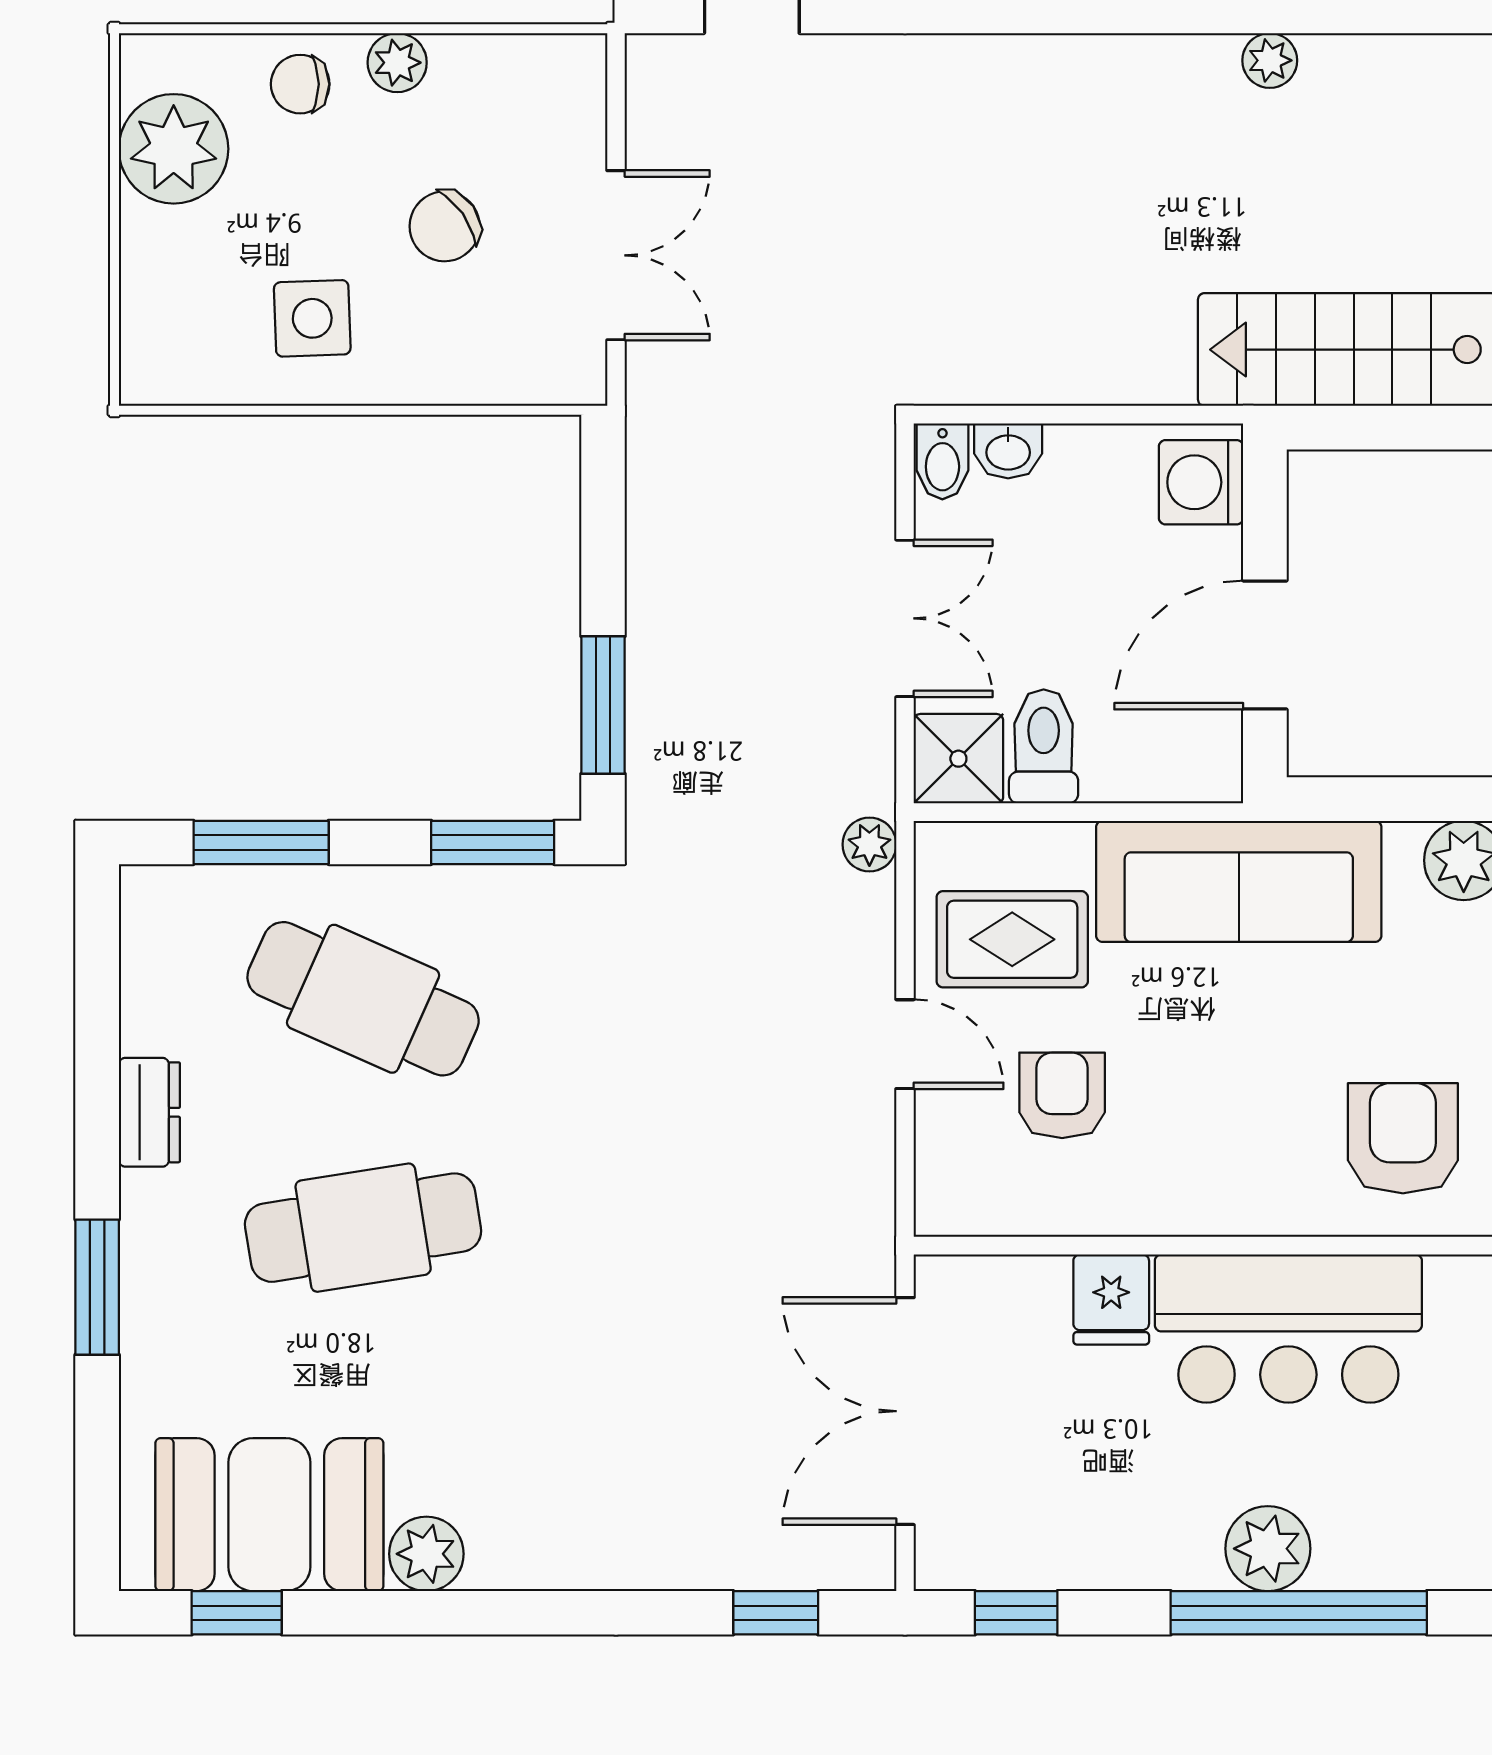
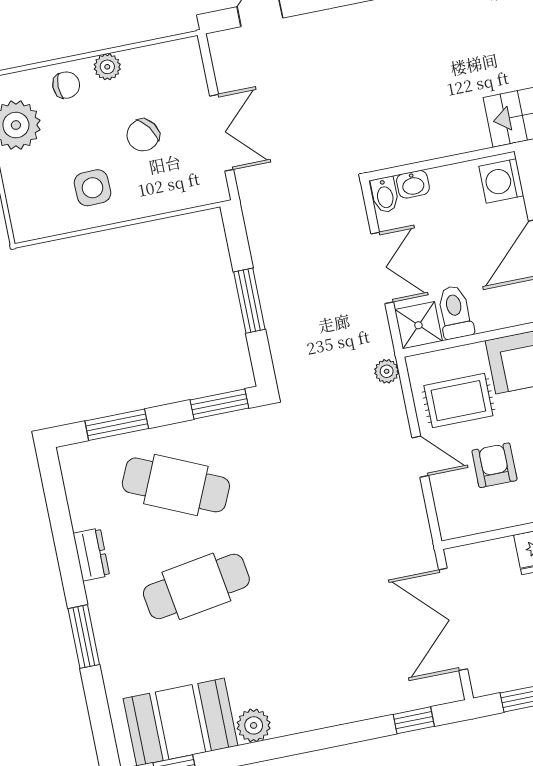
chair: (300, 84) -> (66, 85), turned 180
window: (603, 705) -> (249, 301), moved

